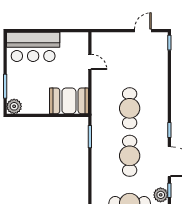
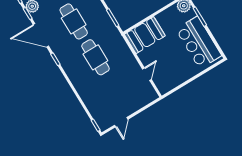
bar counter: (33, 47) -> (199, 42), moved, turned -90
door: (90, 62) -> (147, 74), swing flipped

